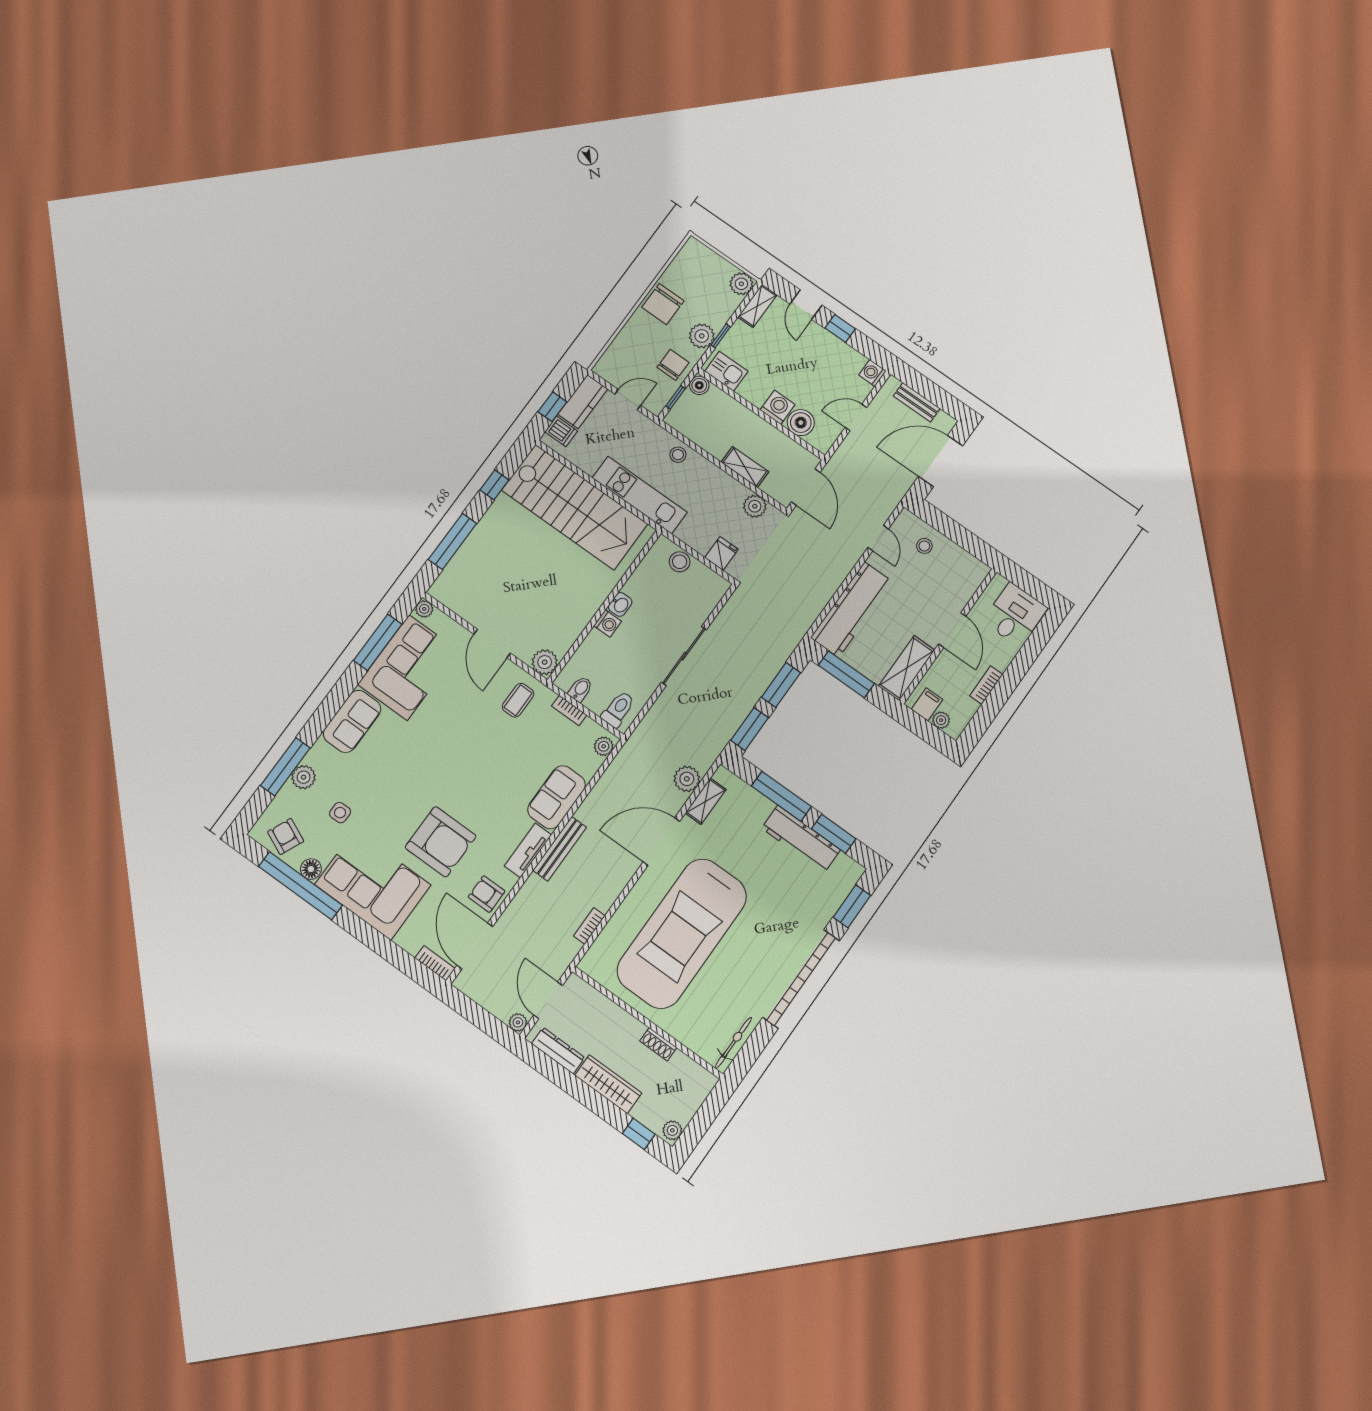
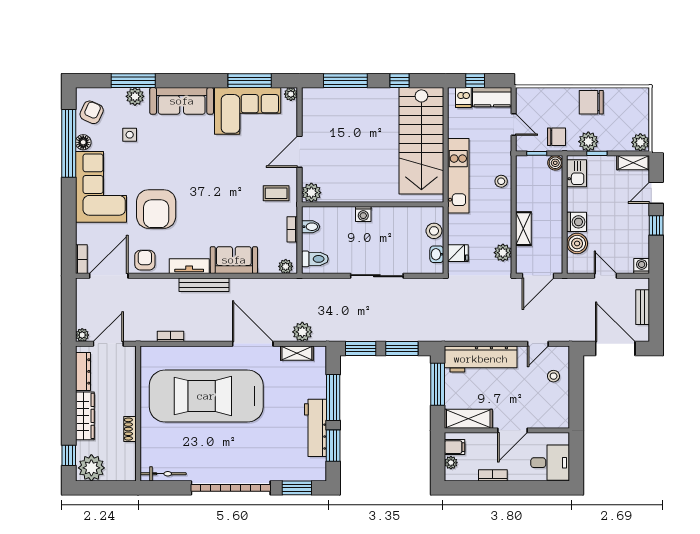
washbasin: (620, 604) -> (437, 254), moved, turned 90
sofa: (352, 721) -> (182, 101), width x1.36
plant: (672, 1130) -> (91, 468), width x1.88, depth x1.88

